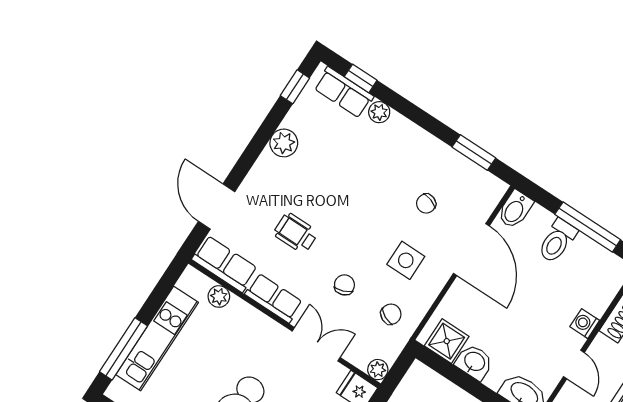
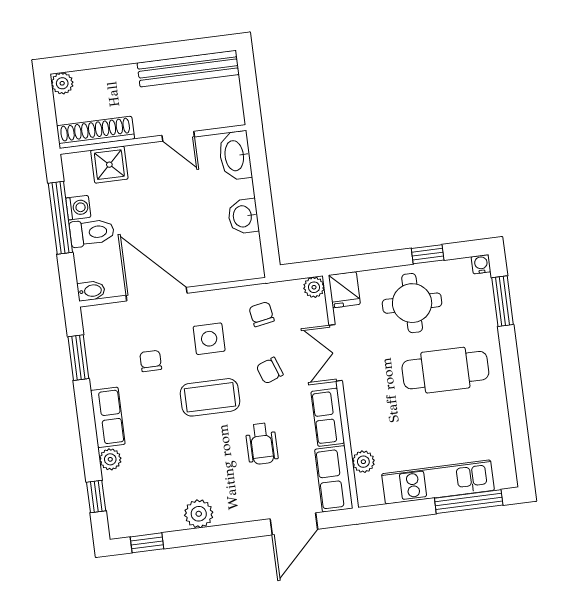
row of seats: (344, 92) -> (108, 417), moved
chair: (426, 204) -> (151, 361), turned -109
bidet: (515, 209) -> (91, 291), width x0.72, depth x0.74
coffee table: (362, 224) -> (210, 397), added
door: (471, 250) -> (157, 294), hinge flipped
chair: (391, 314) -> (262, 314), turned 54
washing machine: (585, 324) -> (78, 208), moved, turned -90
shower: (447, 341) -> (109, 165), moved
door: (574, 365) -> (178, 136), swing flipped

